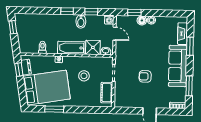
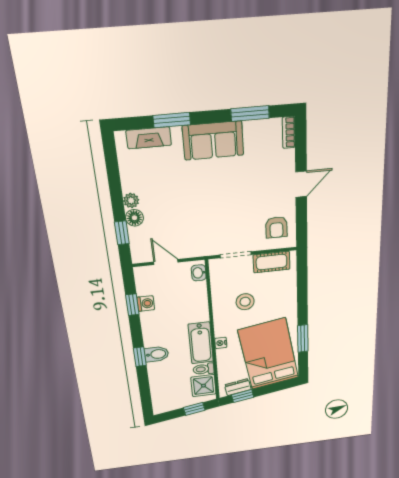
window: (67, 11) -> (140, 357), moved
washing machine: (109, 20) -> (146, 303), moved
bidet: (81, 21) -> (157, 354), moved
window: (13, 27) -> (194, 409), moved
door: (115, 34) -> (166, 262), hinge flipped
shower: (93, 47) -> (203, 386), moved
bathtub: (71, 48) -> (201, 343), moved
sofa: (178, 66) -> (213, 141), width x0.73
armchair: (145, 76) -> (276, 227), moved

